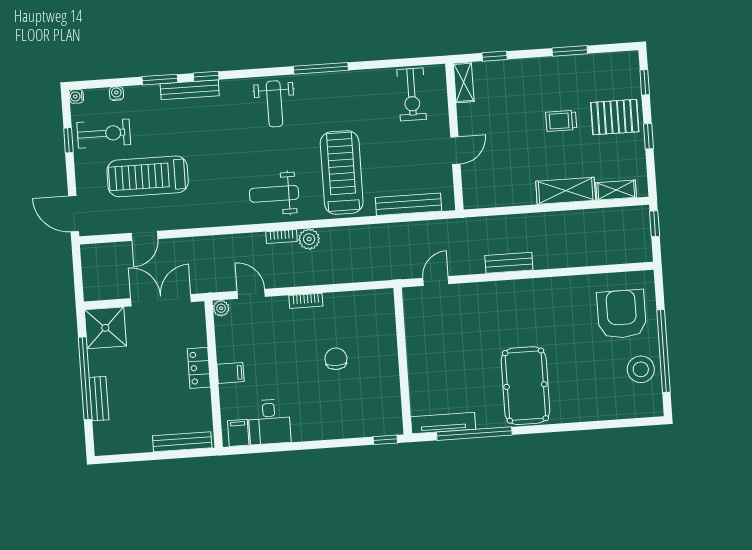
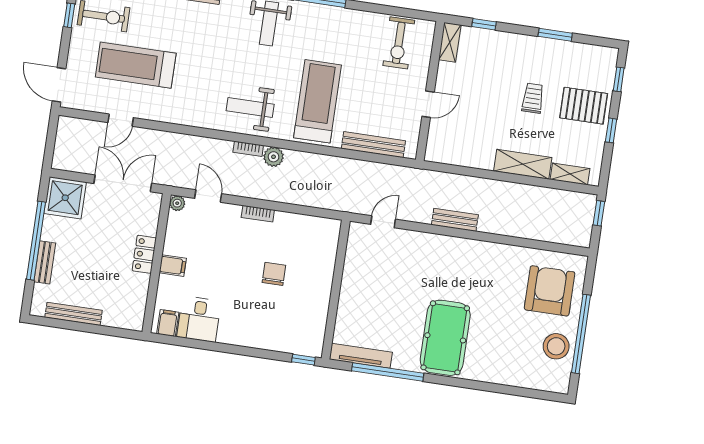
trolley: (561, 121) -> (533, 98), turned 90
bench: (182, 442) -> (74, 314), moved

